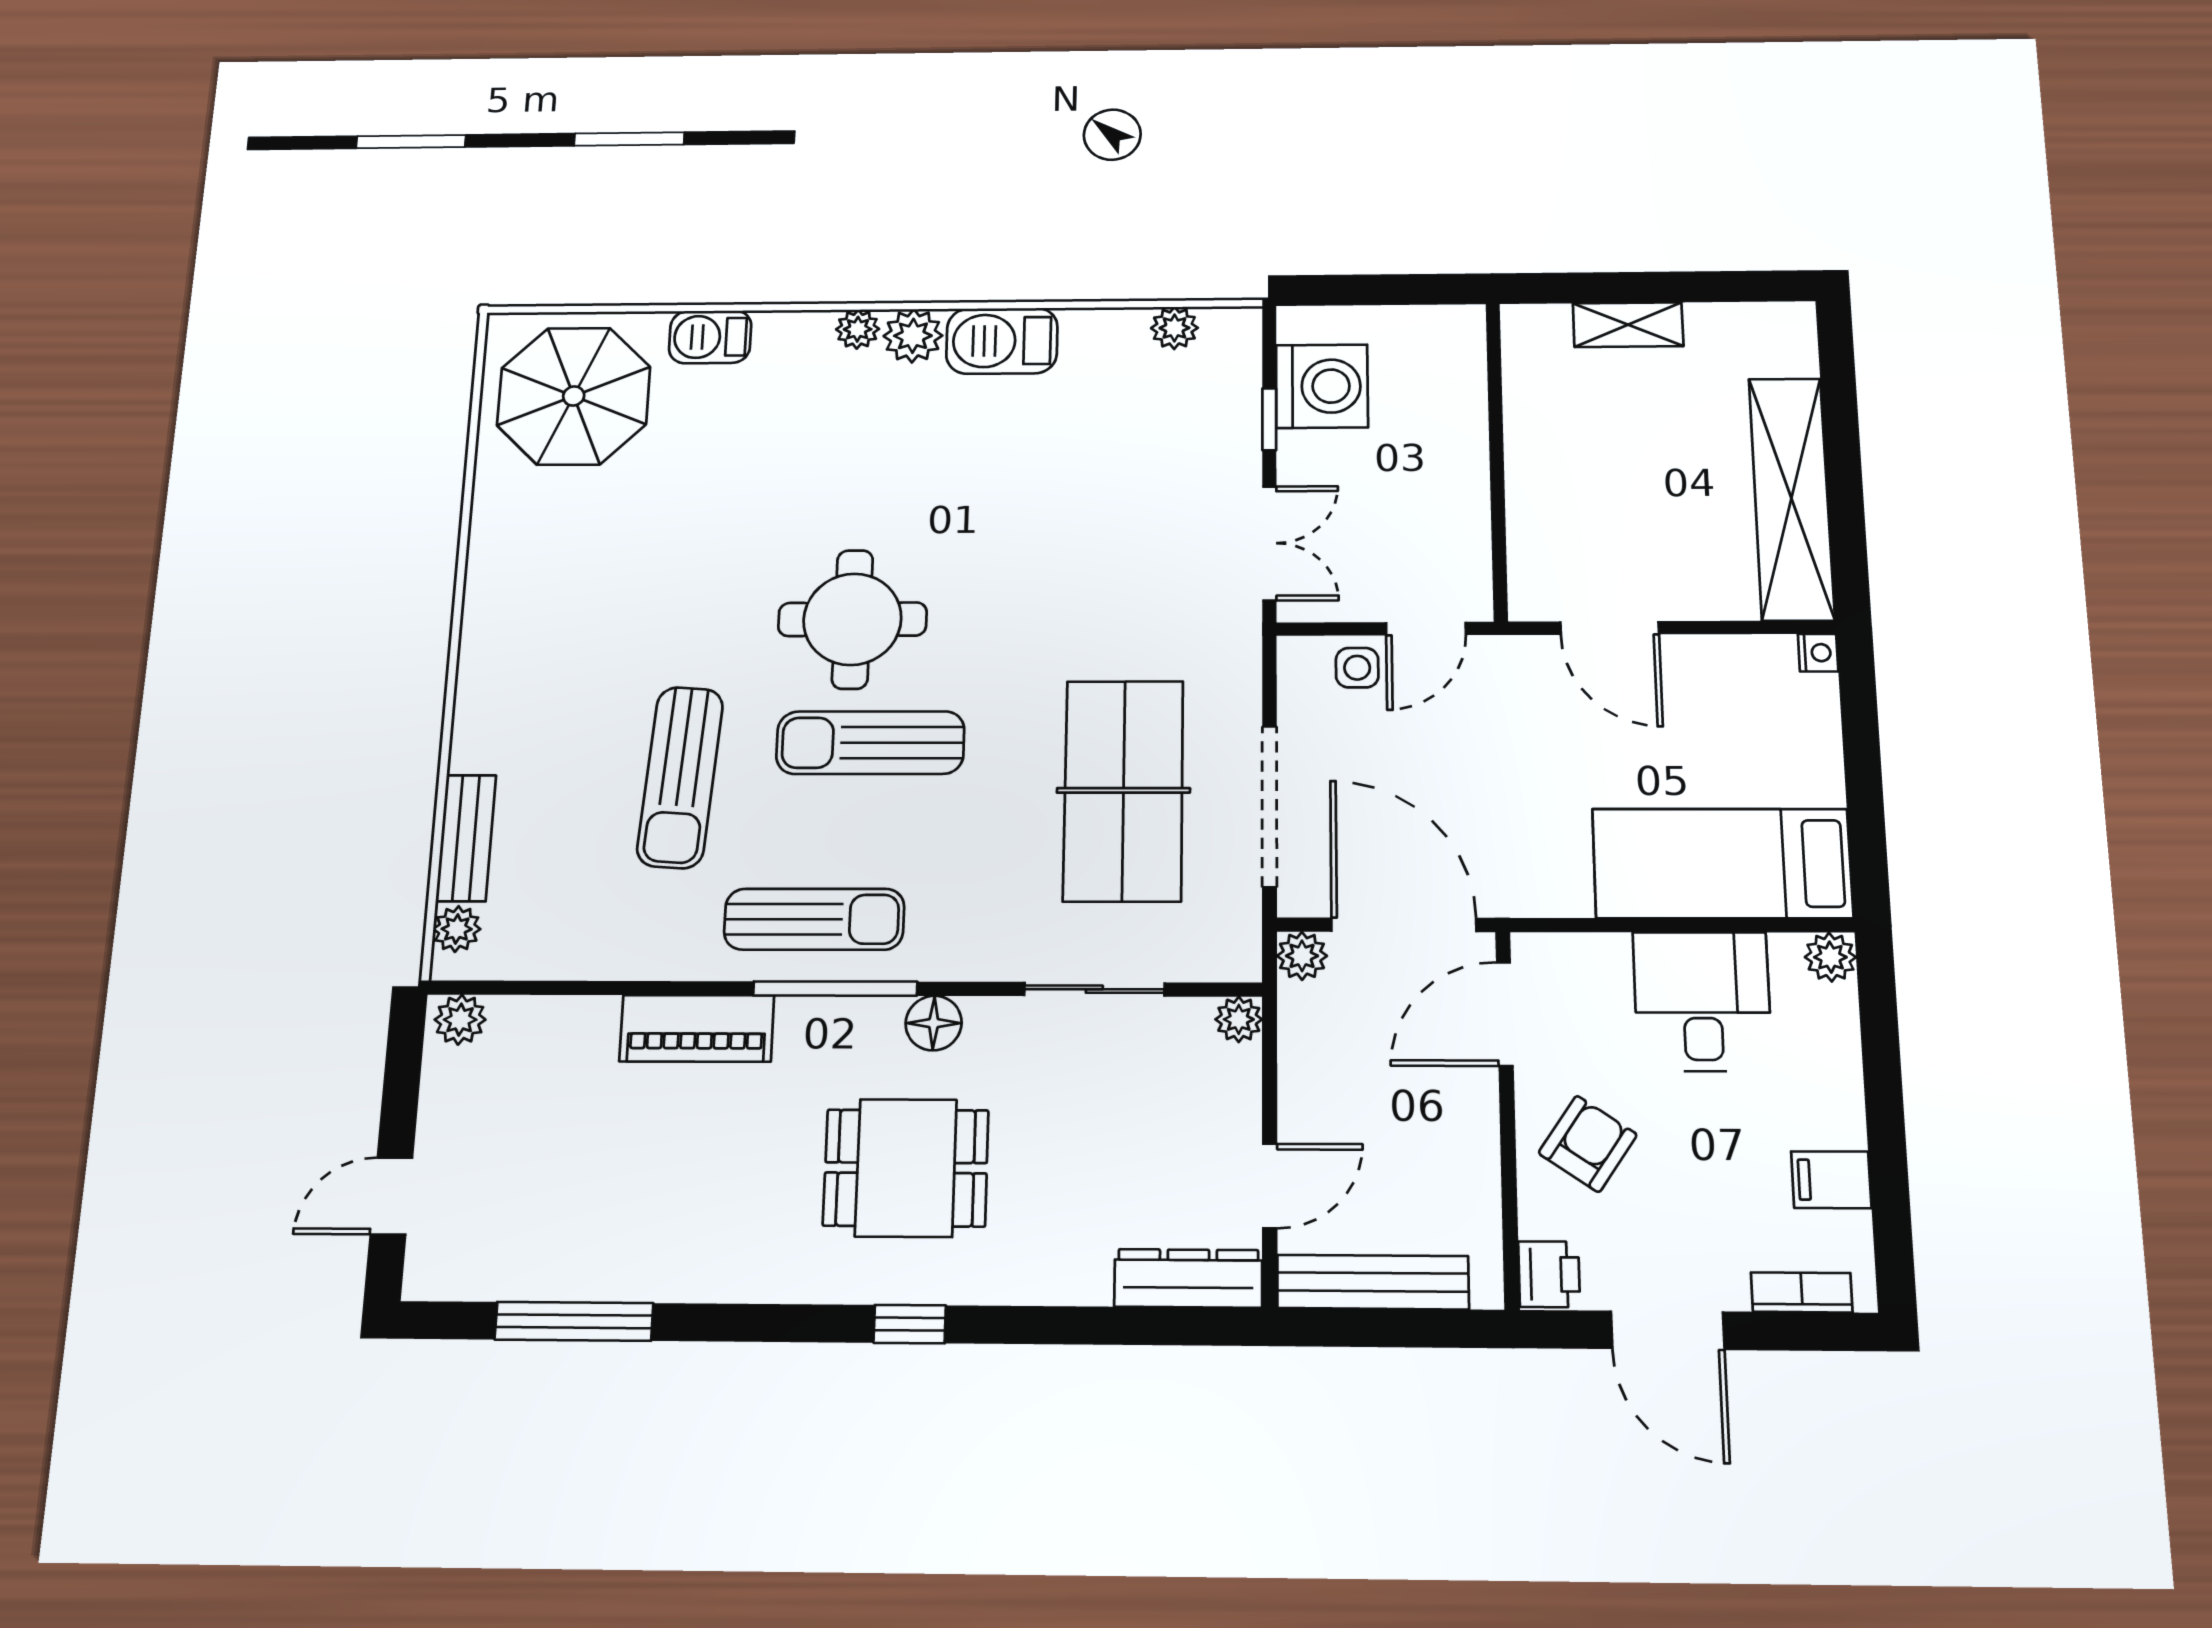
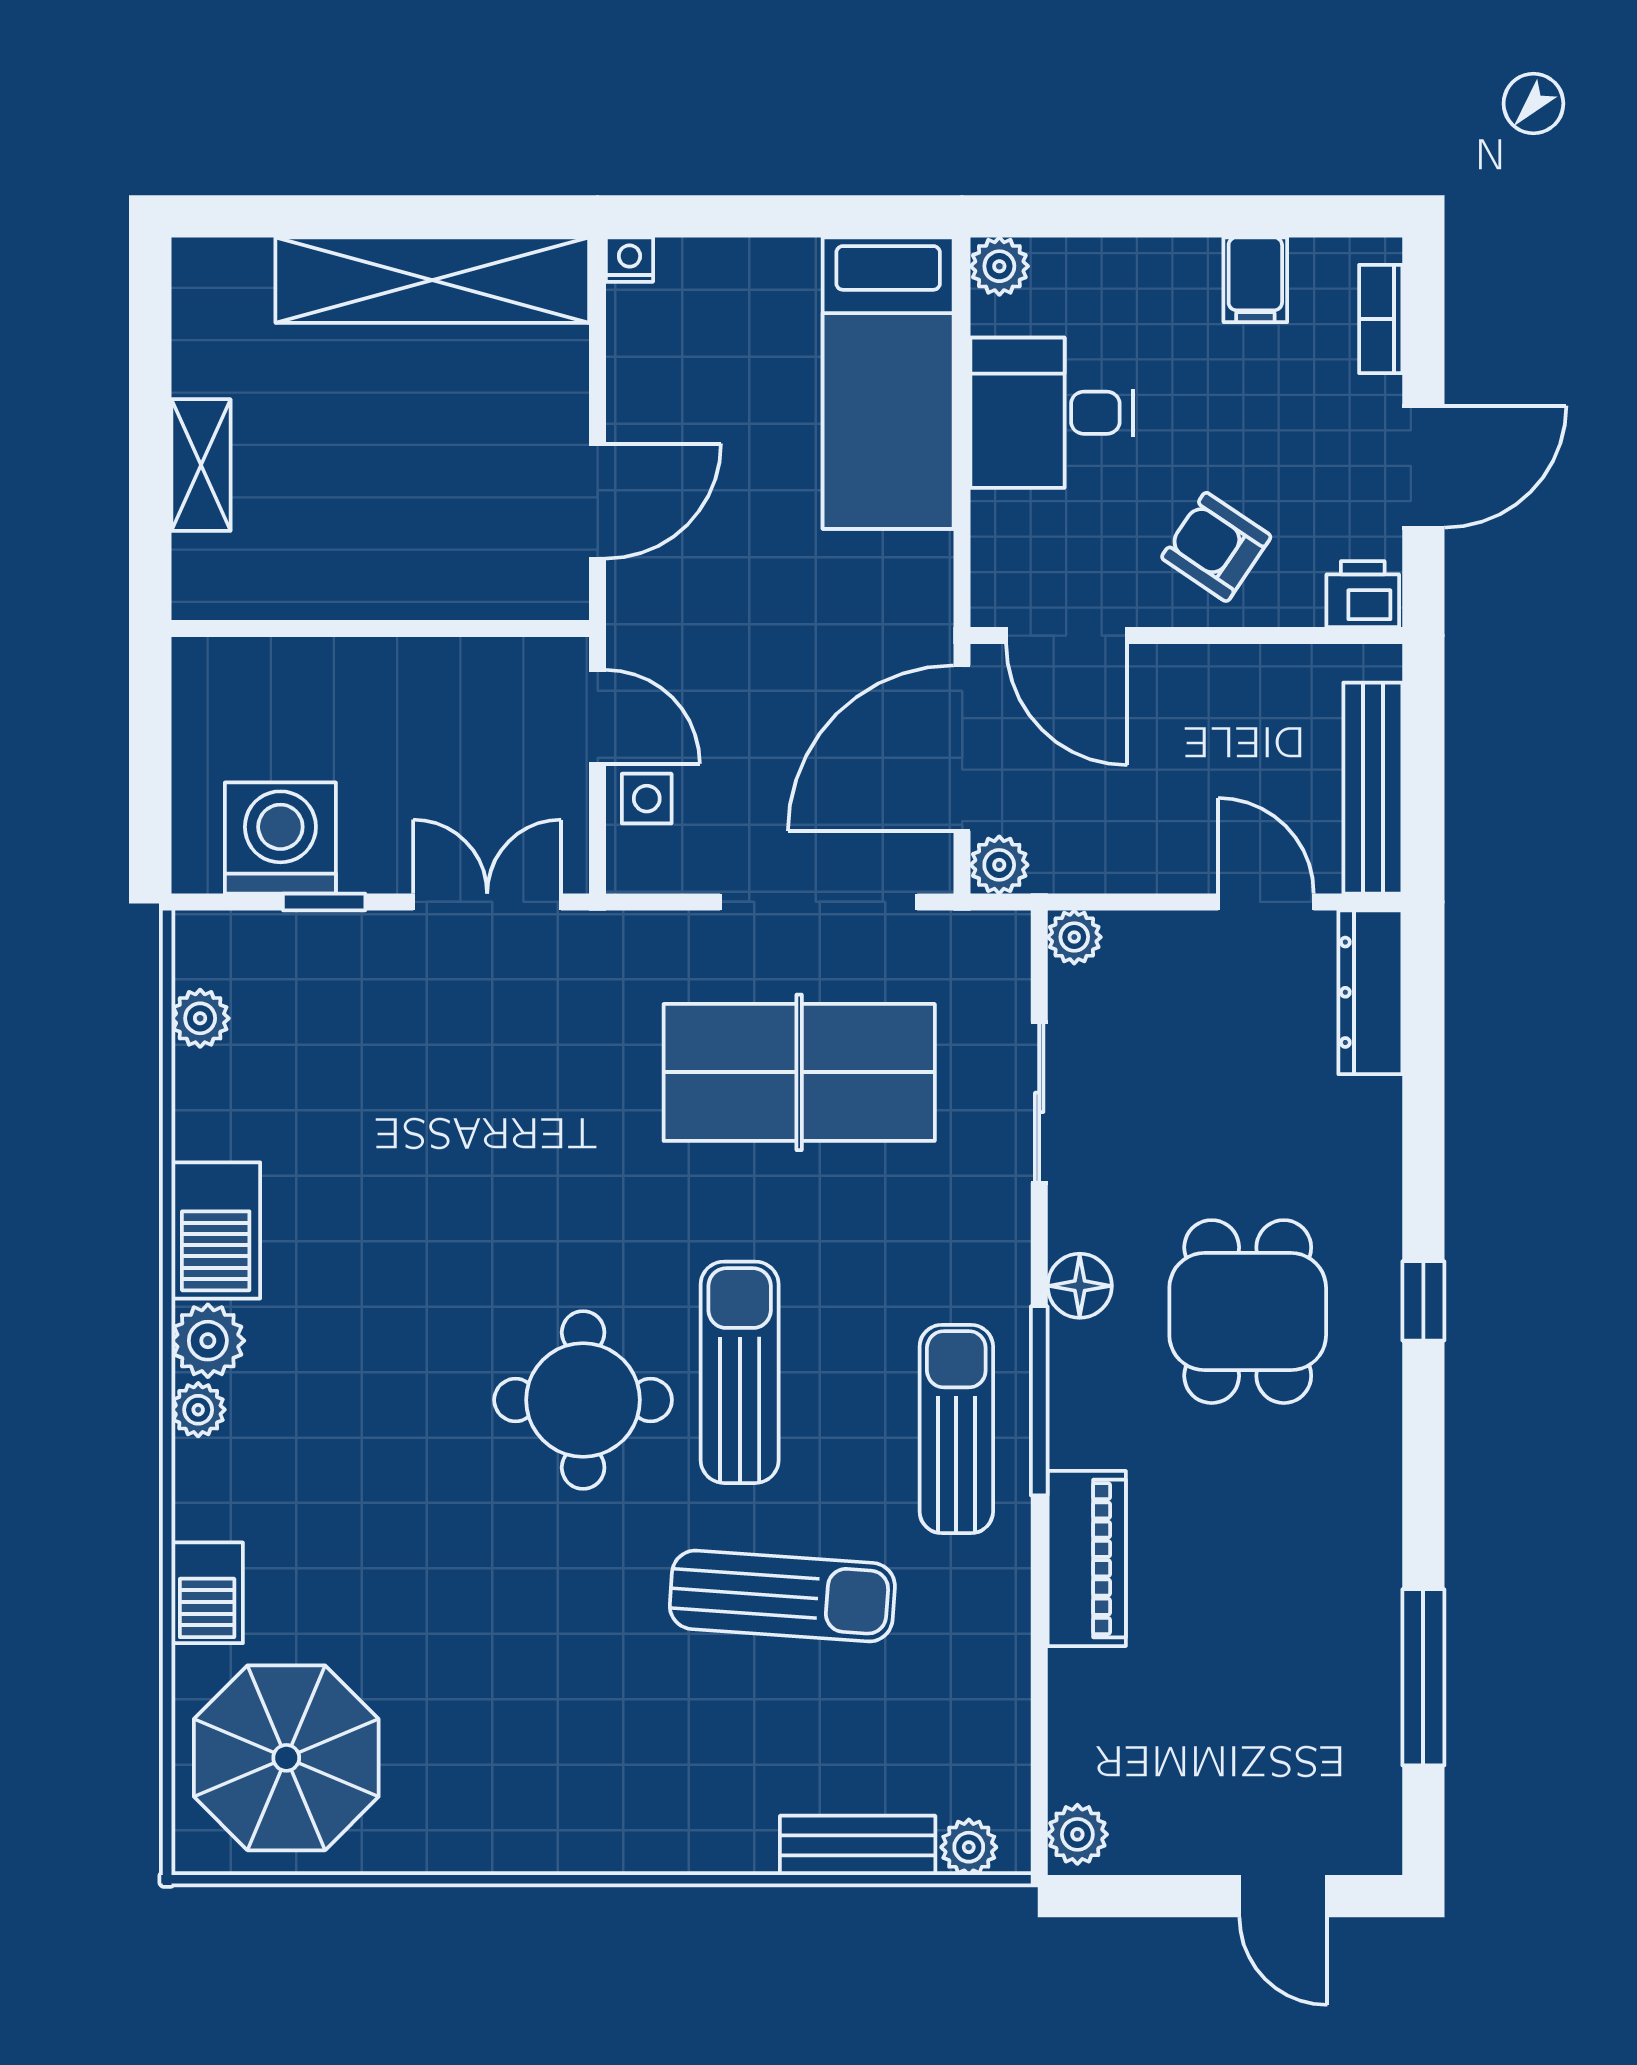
sun lounger: (870, 743) -> (740, 1372), turned 180

